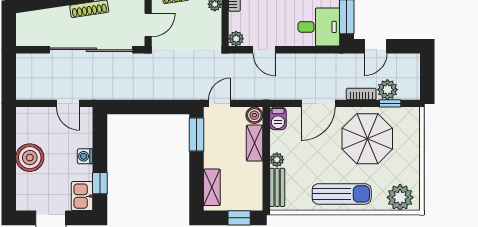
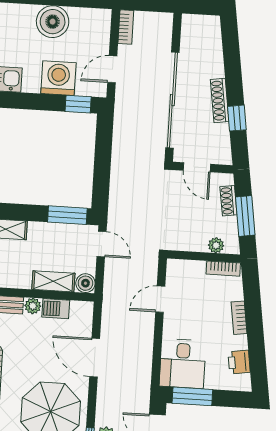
plant: (236, 39) -> (175, 268), removed
bookcase: (361, 94) -> (126, 27), moved
barbecue: (278, 118) -> (56, 309), moved
washing machine: (85, 156) -> (58, 78), width x1.89, depth x1.89
window: (100, 183) -> (78, 104), moved

